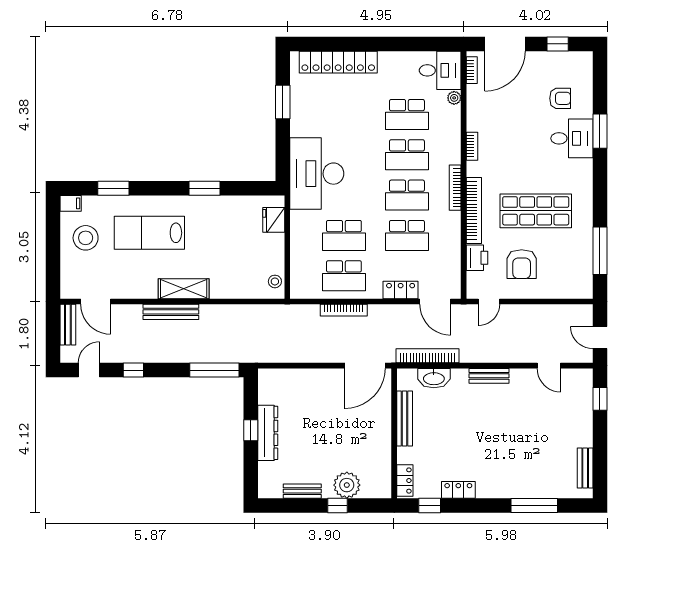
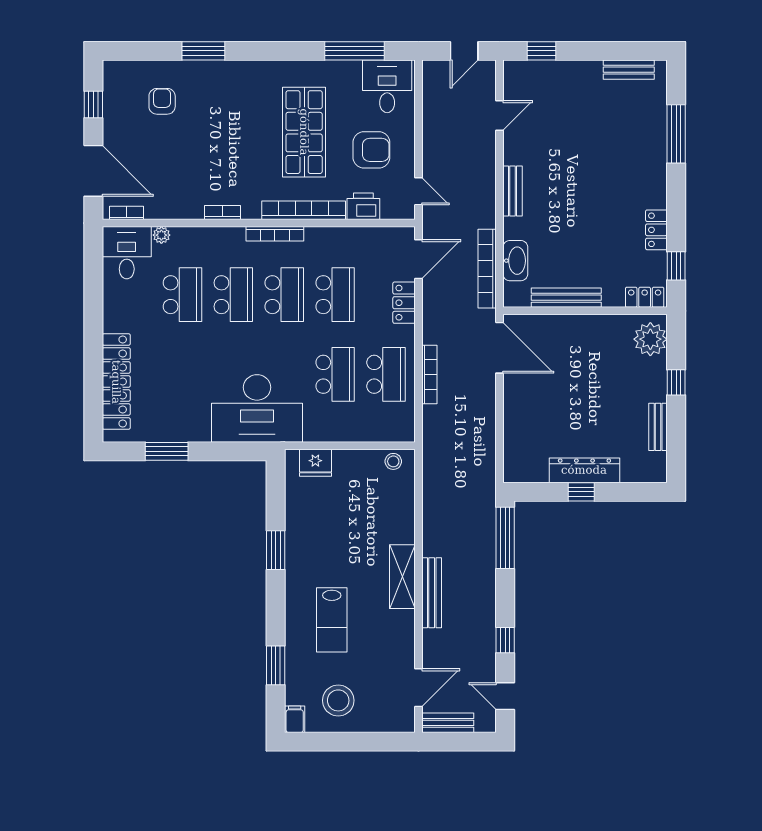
desk: (572, 138) -> (387, 86), moved
lab bench: (149, 233) -> (332, 620), width x0.73, depth x0.72
plant: (347, 485) -> (650, 339), moved

